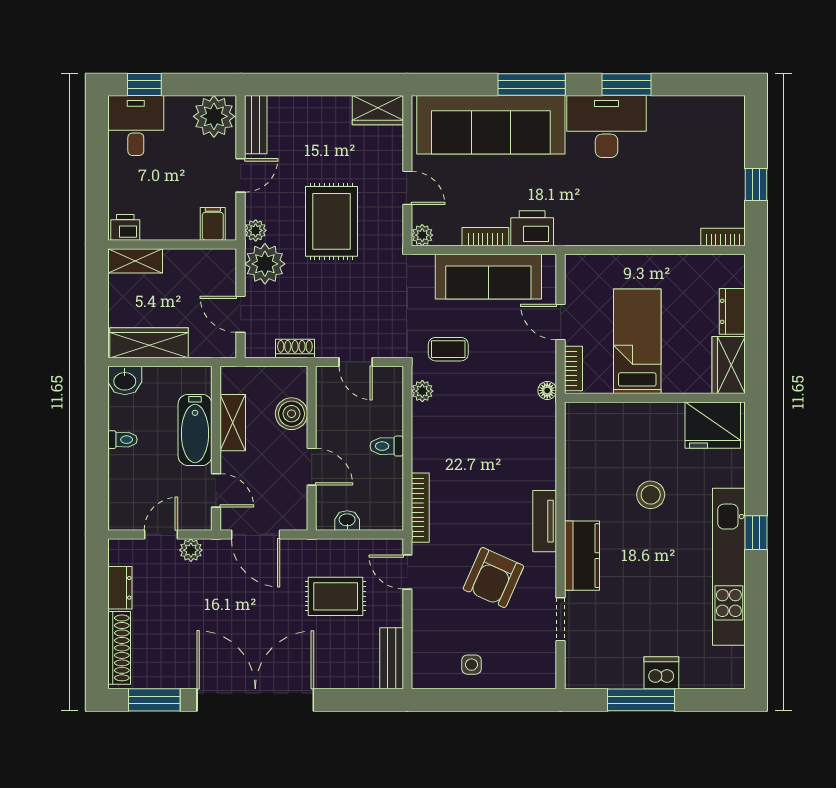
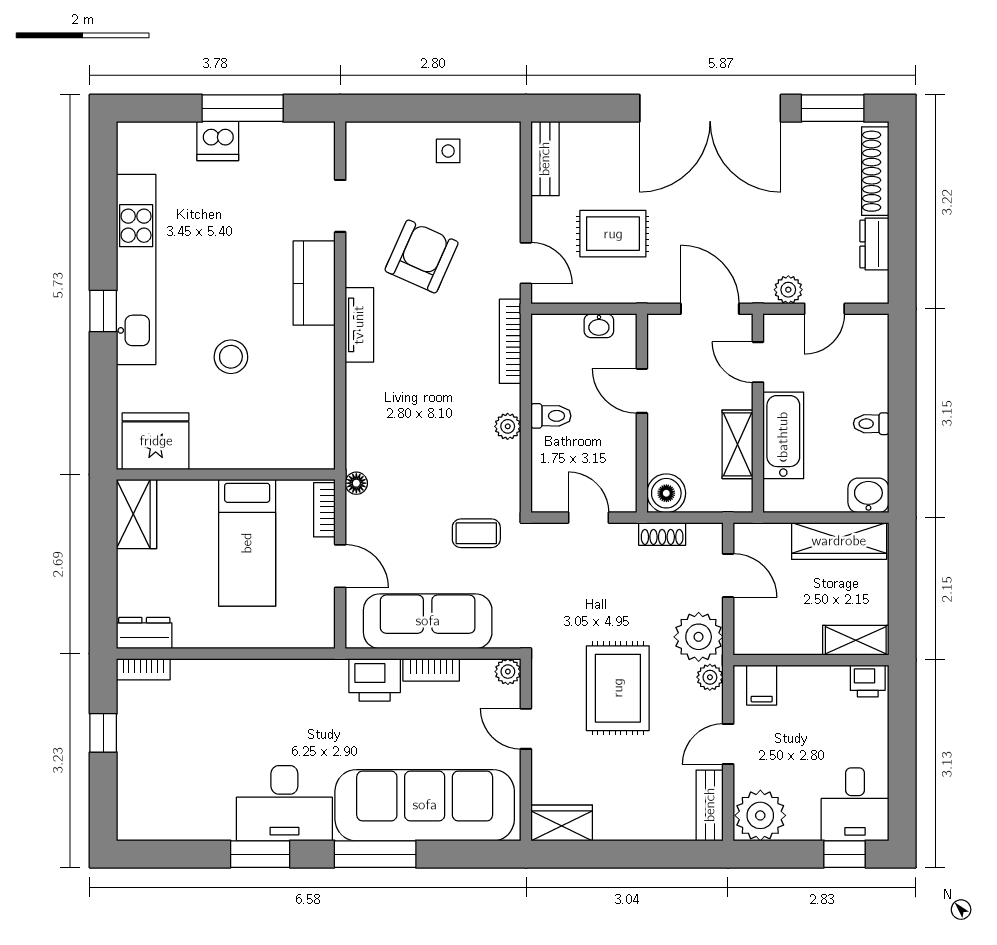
dresser: (732, 311) -> (144, 633), moved, turned -90
plant: (422, 391) -> (508, 426), moved
boiler: (292, 414) -> (666, 493), moved

